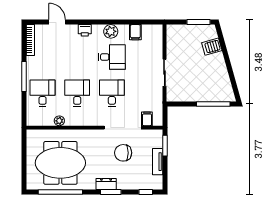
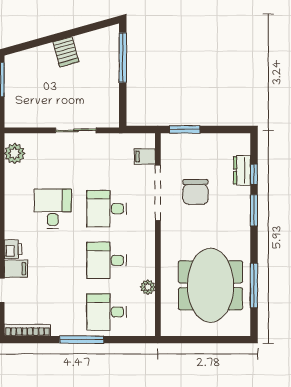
plant: (111, 31) -> (15, 153), moved
filing cabinet: (135, 32) -> (16, 269), moved
server rack: (212, 47) -> (66, 52), moved
tv unit: (158, 162) -> (209, 141), removed
dresser: (106, 184) -> (242, 170), moved
window: (60, 192) -> (254, 285), width x0.68
window: (146, 192) -> (254, 174), moved

